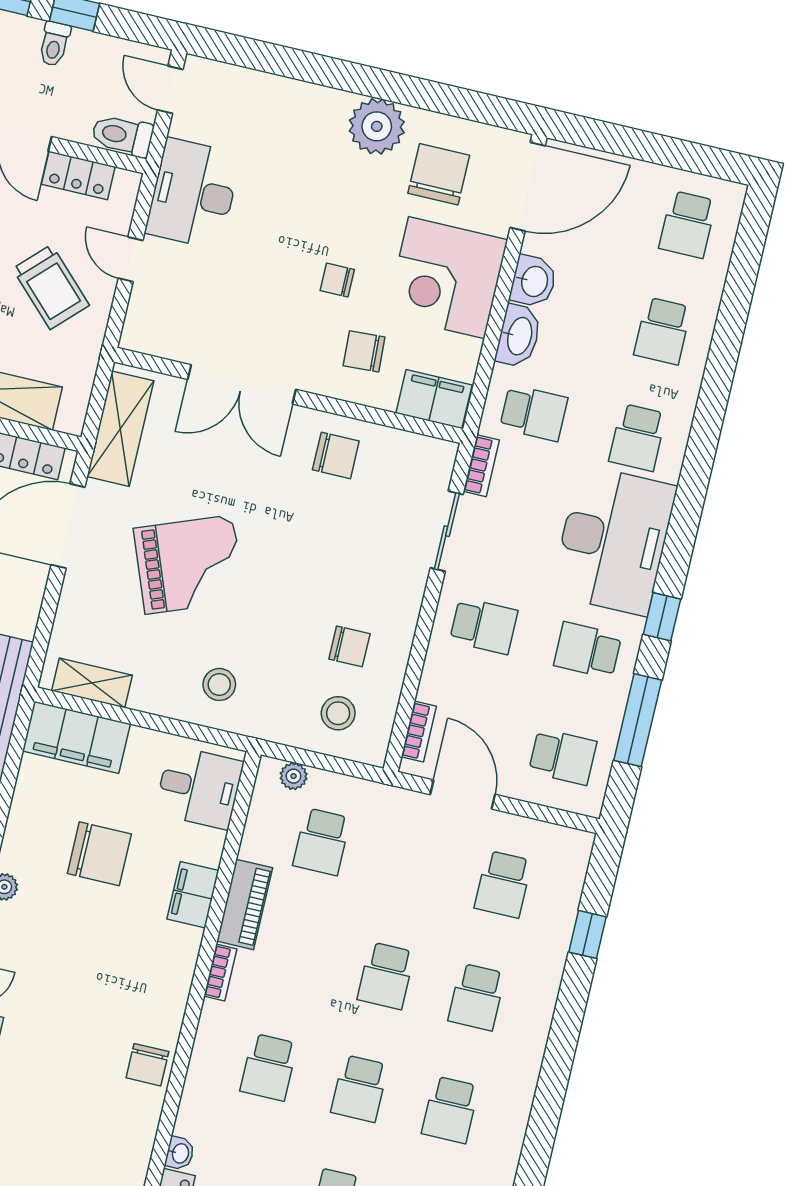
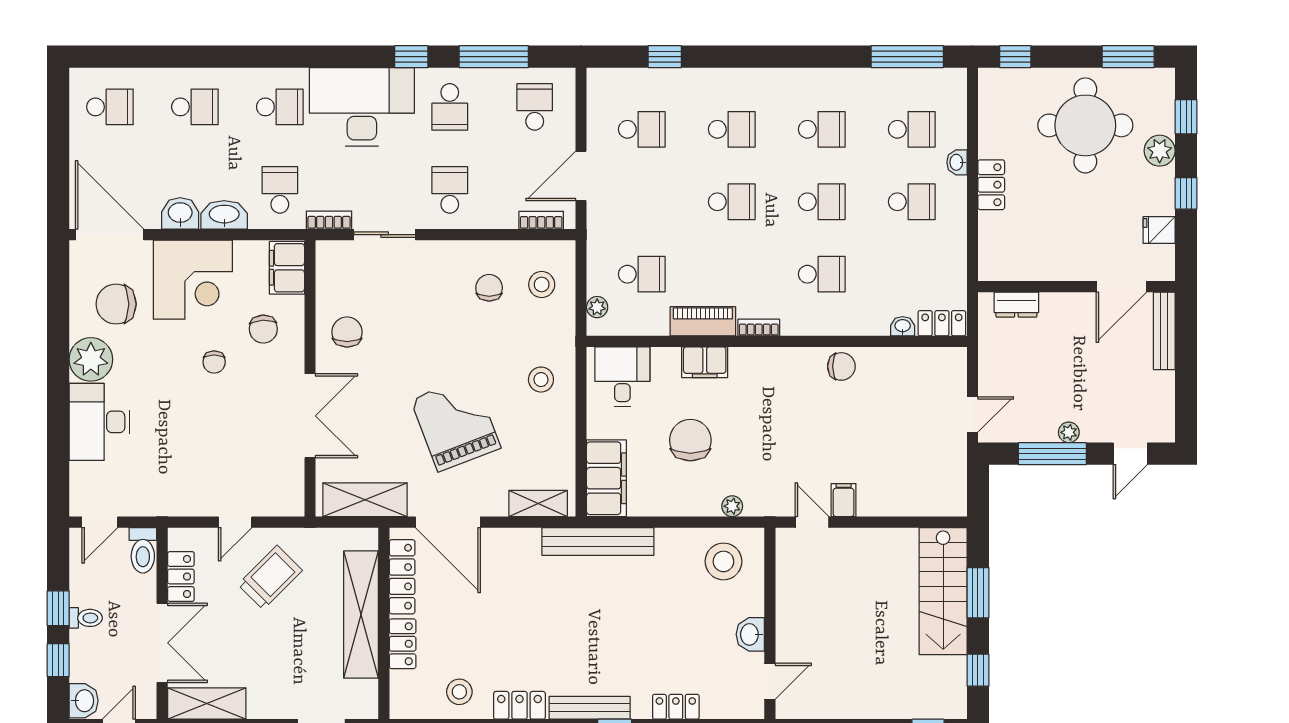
desk: (193, 194) -> (99, 422), moved, turned 90
shelving: (92, 683) -> (538, 503), moved, turned 90

